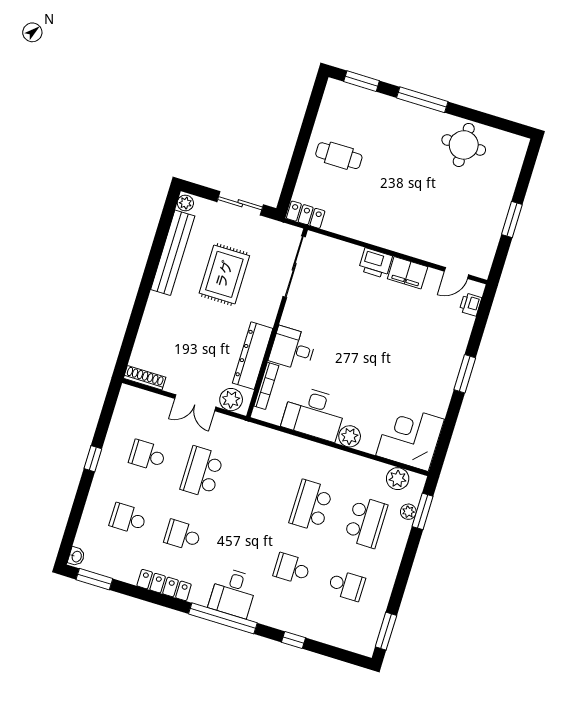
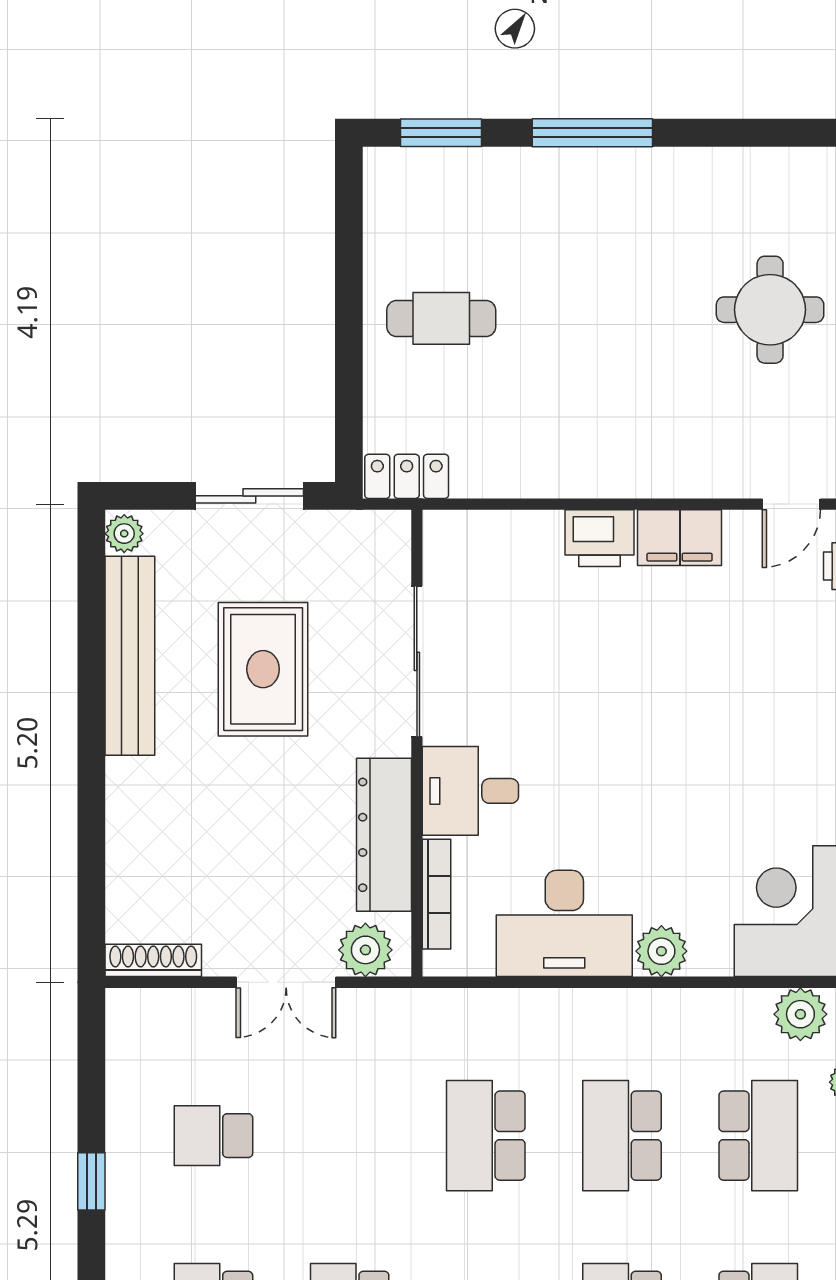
round table: (464, 145) -> (770, 310), moved
sliding door: (294, 267) -> (417, 661), moved
school desk: (202, 472) -> (486, 1136), moved

